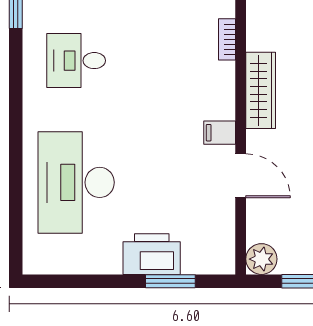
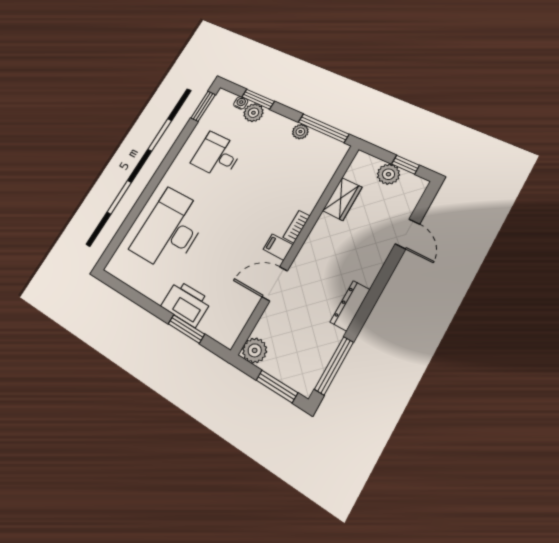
bookcase: (227, 39) -> (297, 227), moved
wardrobe: (261, 90) -> (342, 199), moved, width x0.67
door: (241, 176) -> (275, 284), swing flipped

